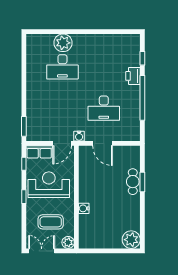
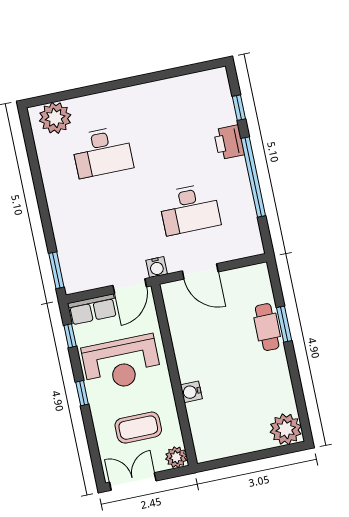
plant: (63, 43) -> (55, 118), moved
reception desk: (49, 185) -> (121, 363), turned 180

